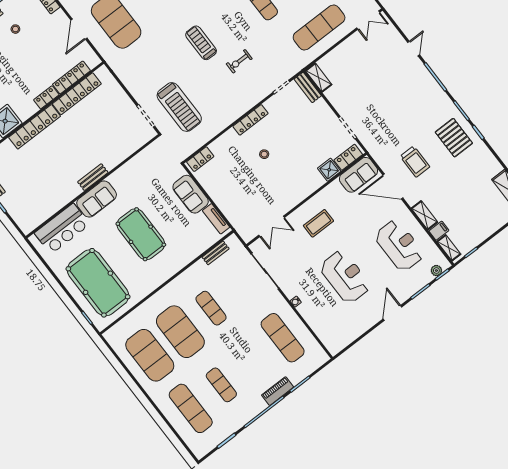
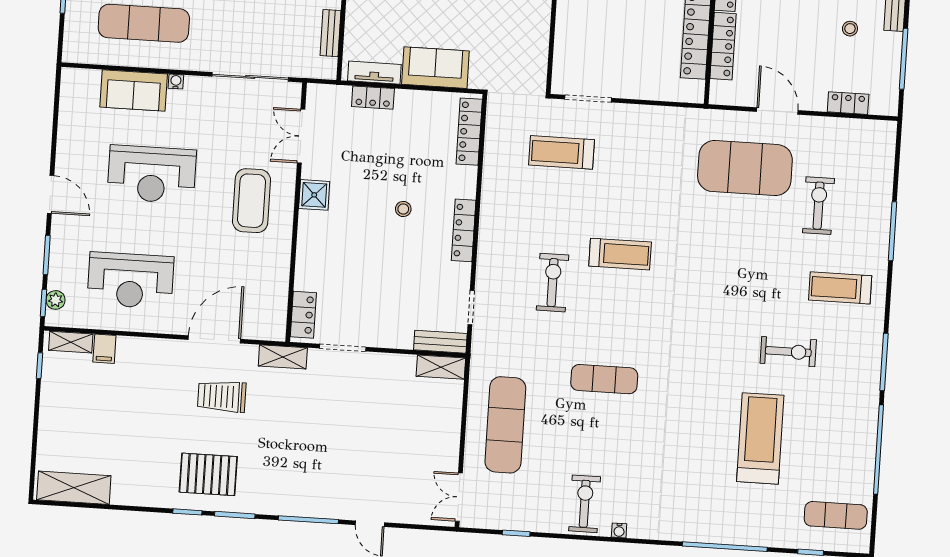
exercise bike: (239, 61) -> (553, 283), width x1.38, depth x1.39
treadmill: (179, 107) -> (562, 152), width x0.73, depth x0.73
locker: (200, 159) -> (469, 132), width x1.53
shower: (329, 170) -> (314, 195), moved
sofa: (358, 175) -> (134, 90), moved, turned -90
locker: (227, 210) -> (373, 98), added
shelving: (425, 215) -> (283, 357), moved
coffee table: (318, 223) -> (251, 201), width x1.36, depth x1.32

